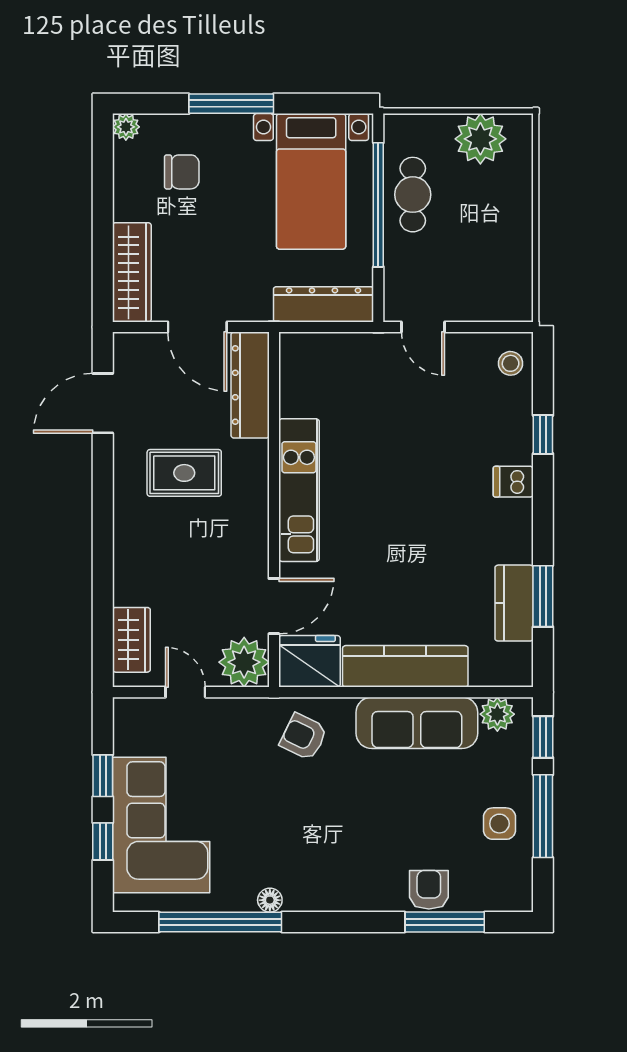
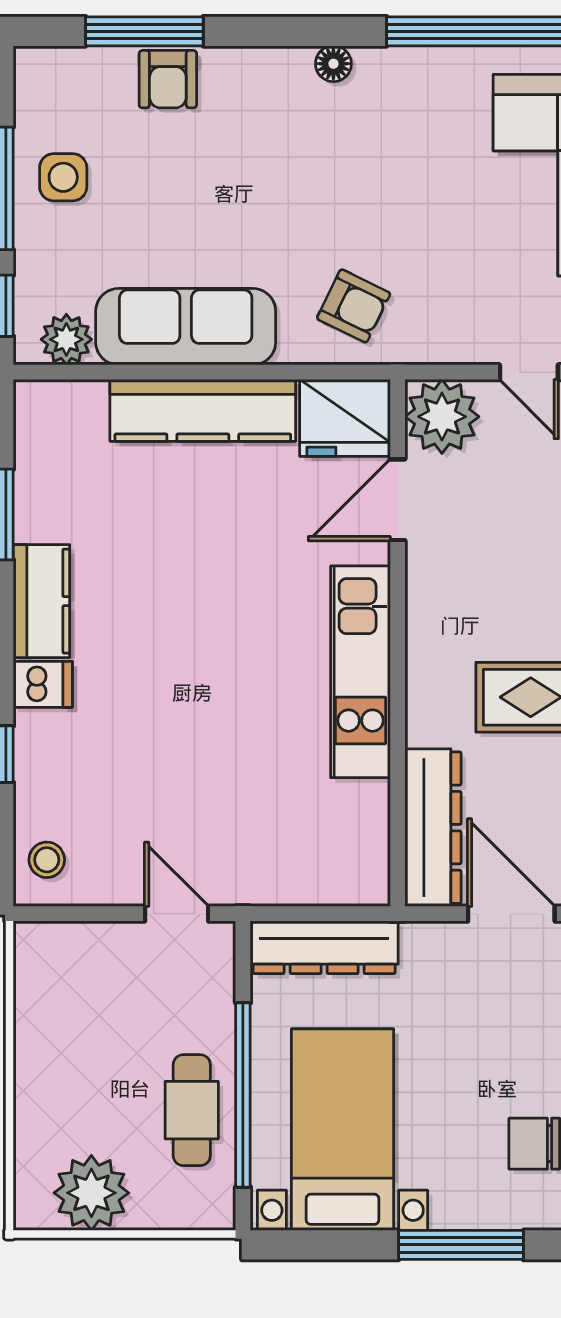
kitchen counter: (514, 603) -> (41, 601), moved
floor lamp: (270, 900) -> (333, 64), moved

